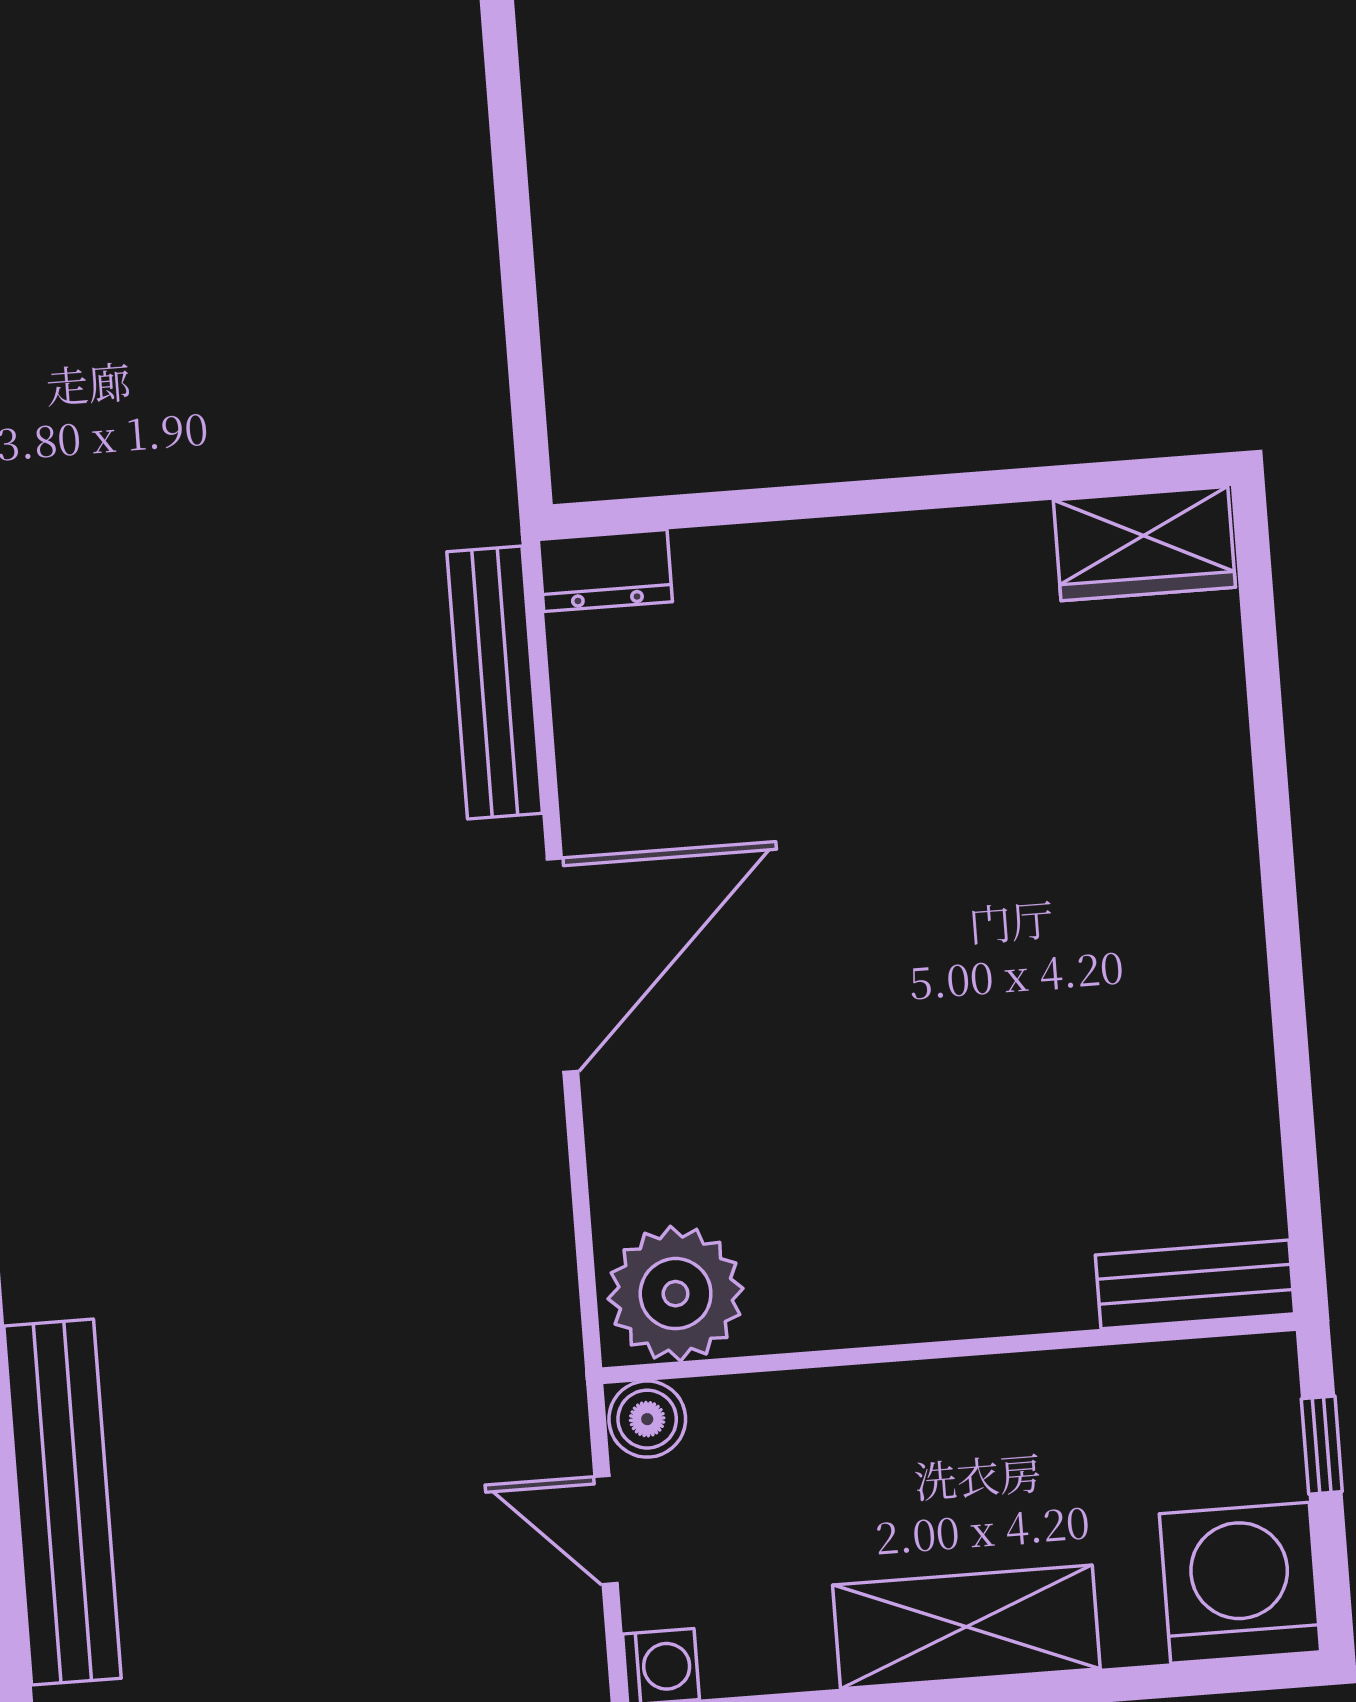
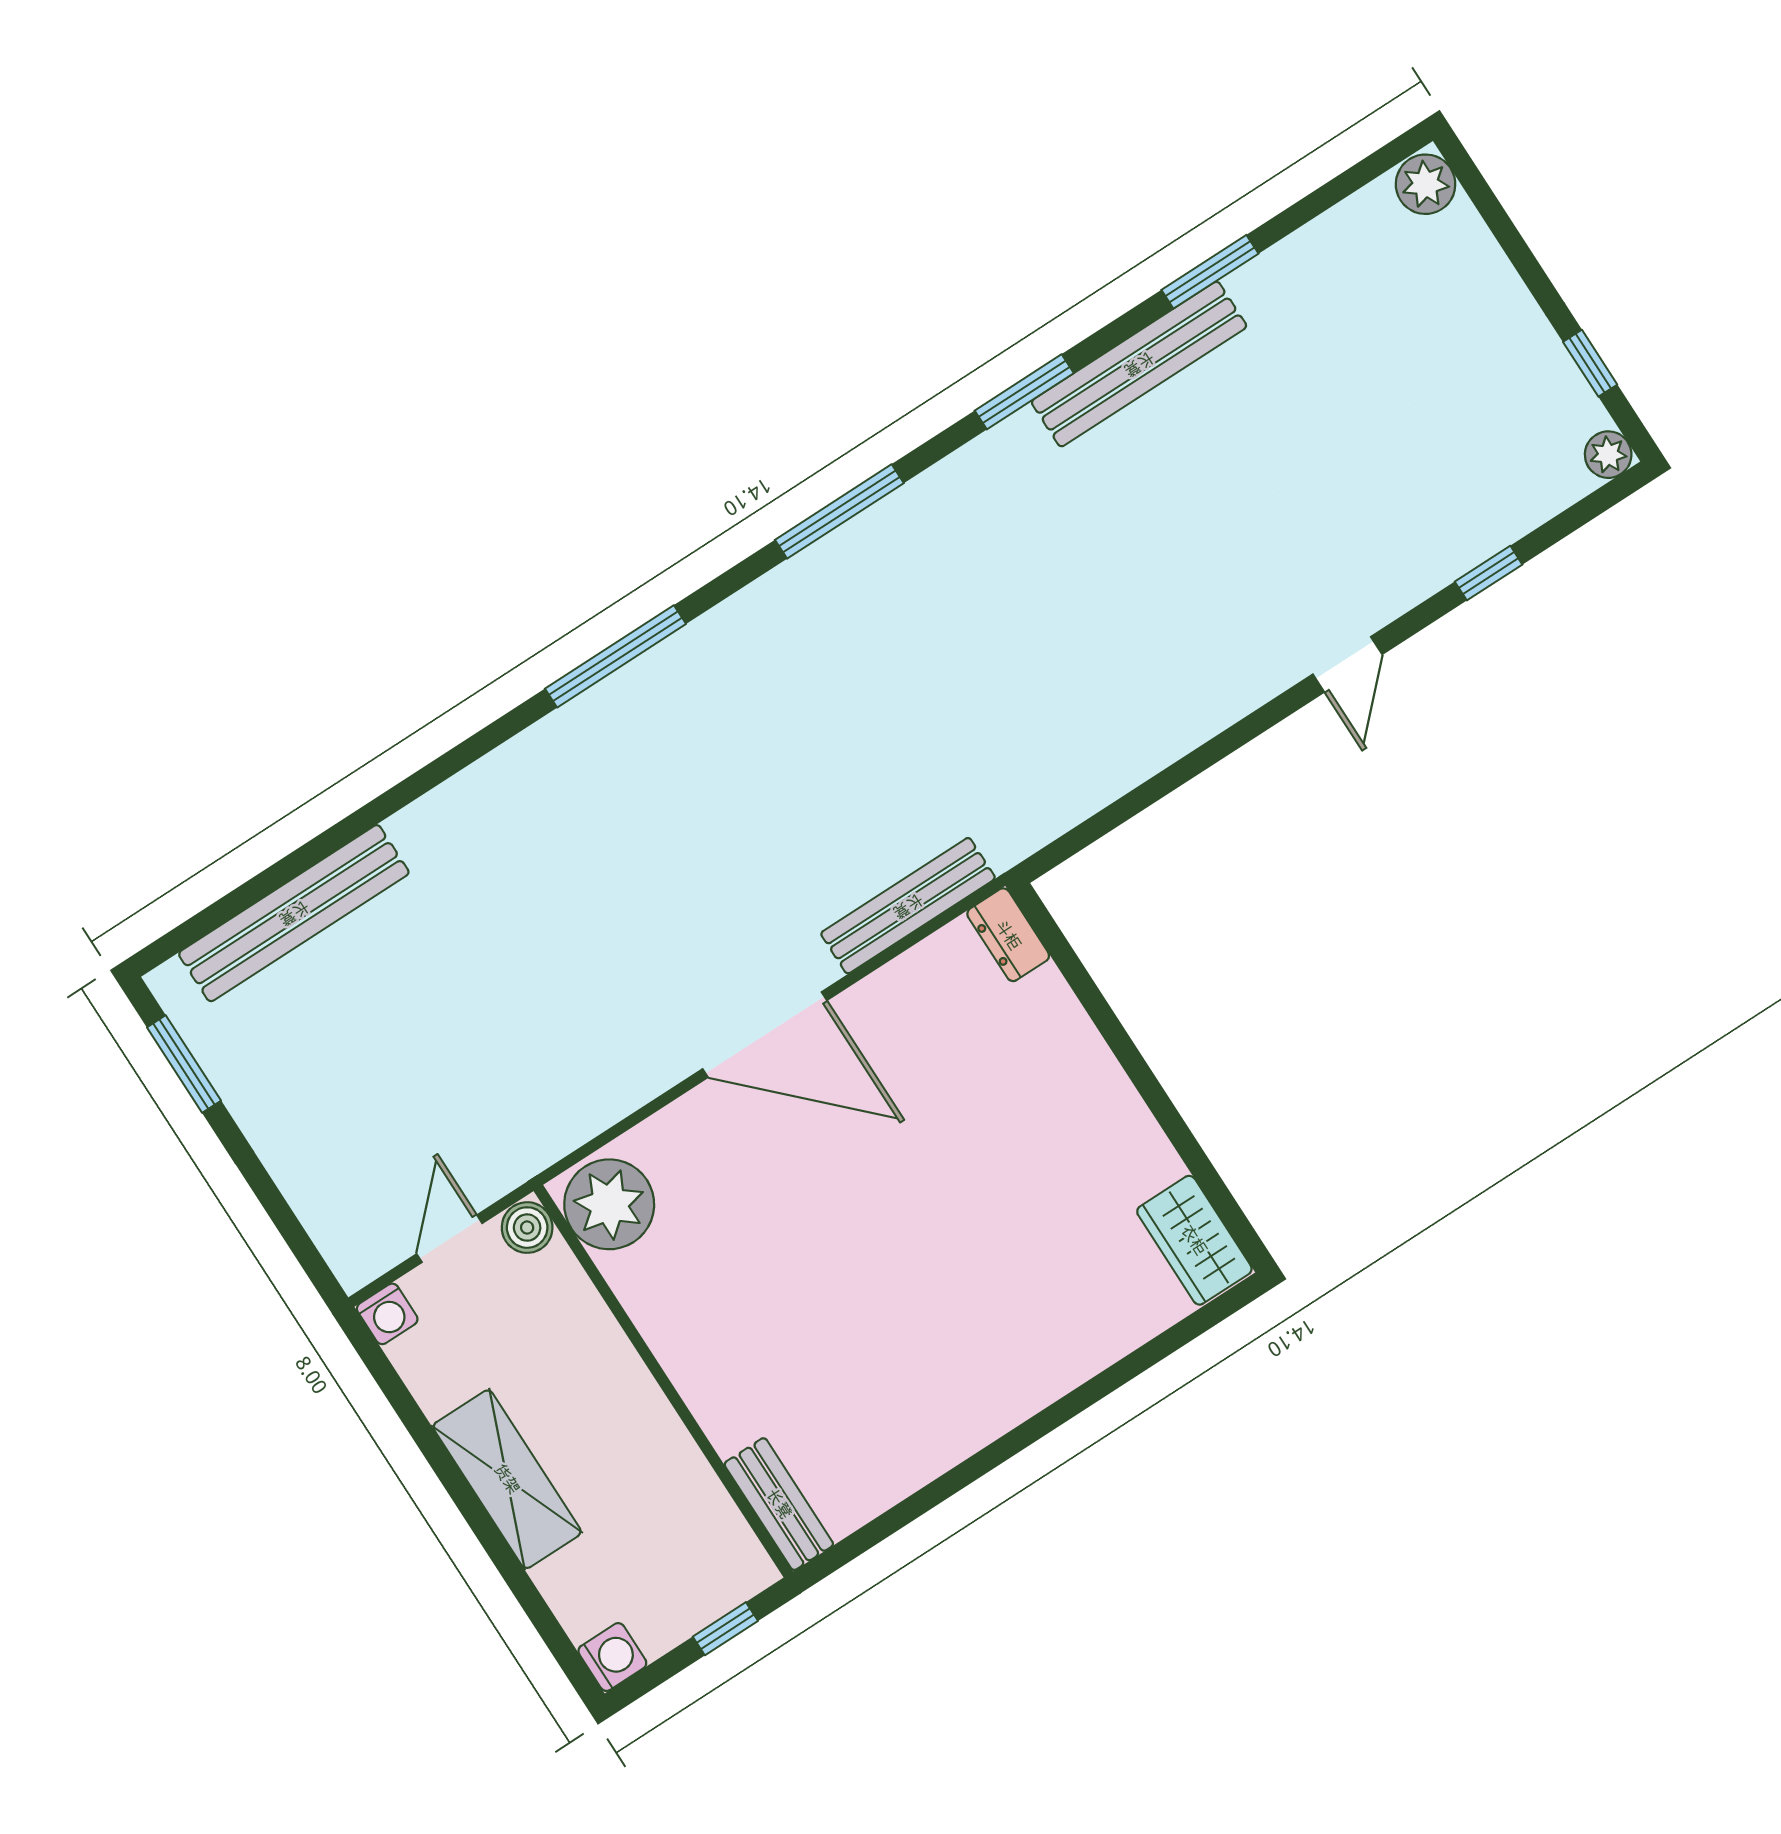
washing machine: (1240, 1583) -> (612, 1657), width x0.53, depth x0.53

